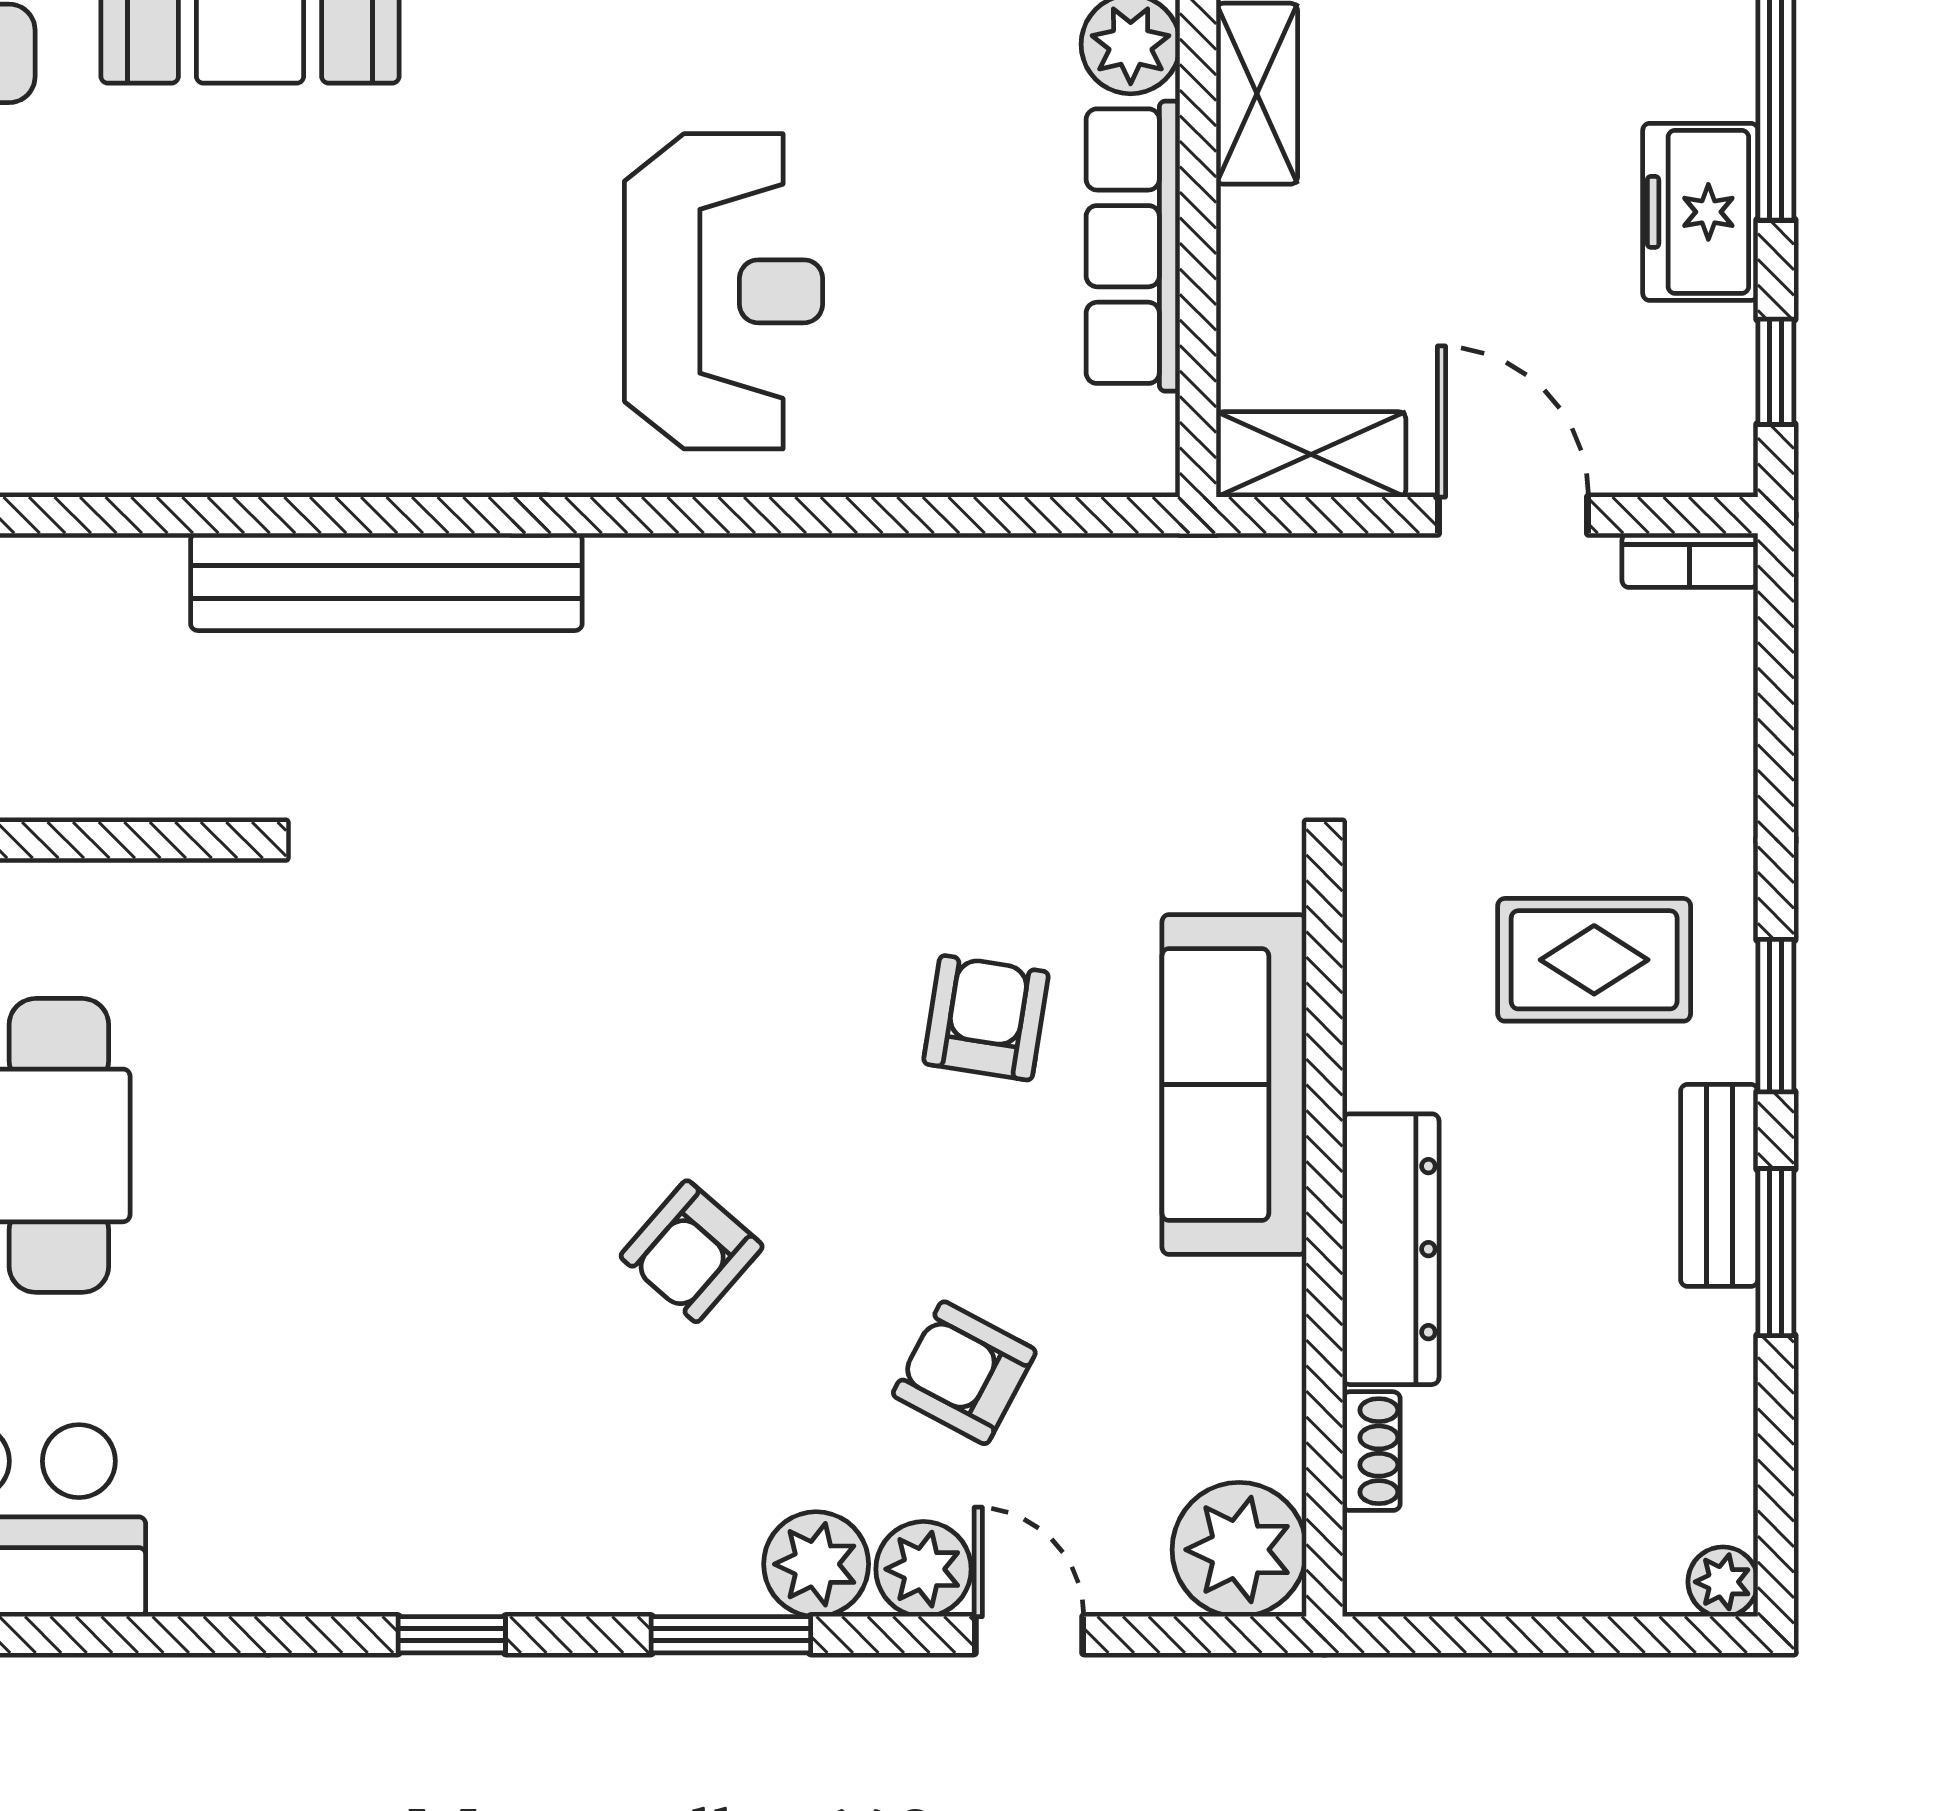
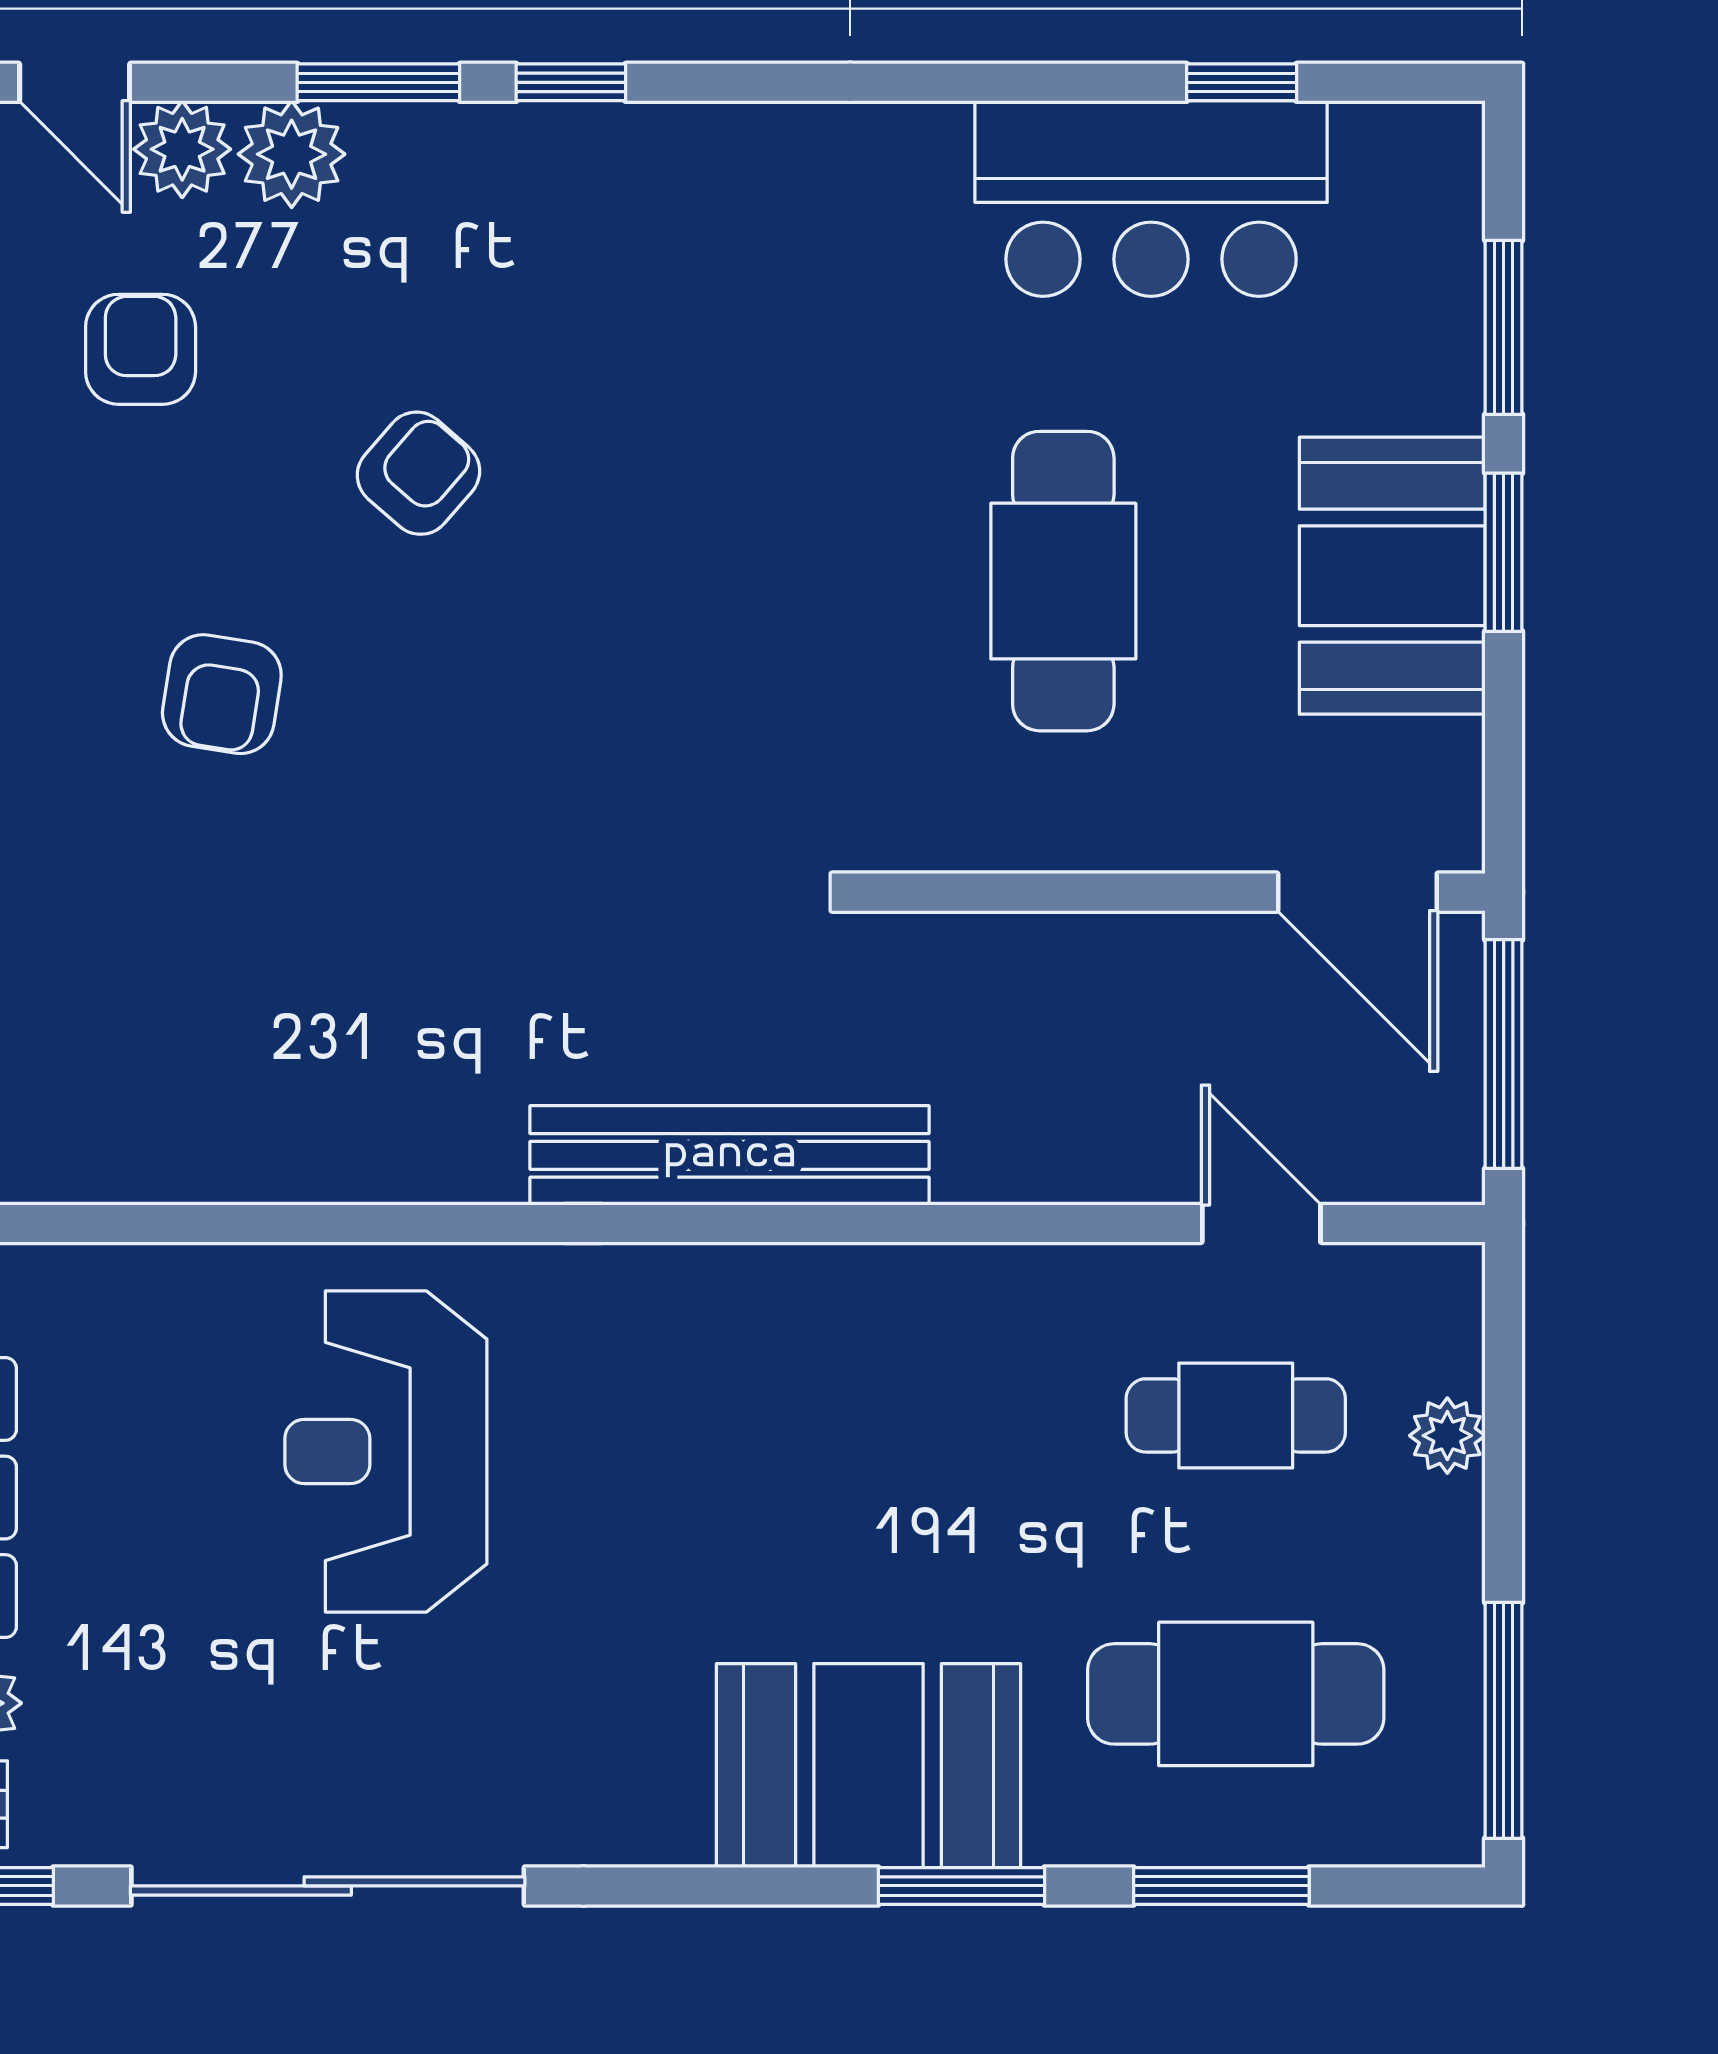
armchair: (986, 1018) -> (222, 694), moved
armchair: (964, 1373) -> (141, 349), turned -118
window: (452, 1635) -> (571, 82), moved

